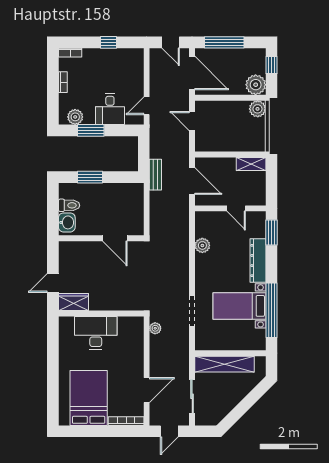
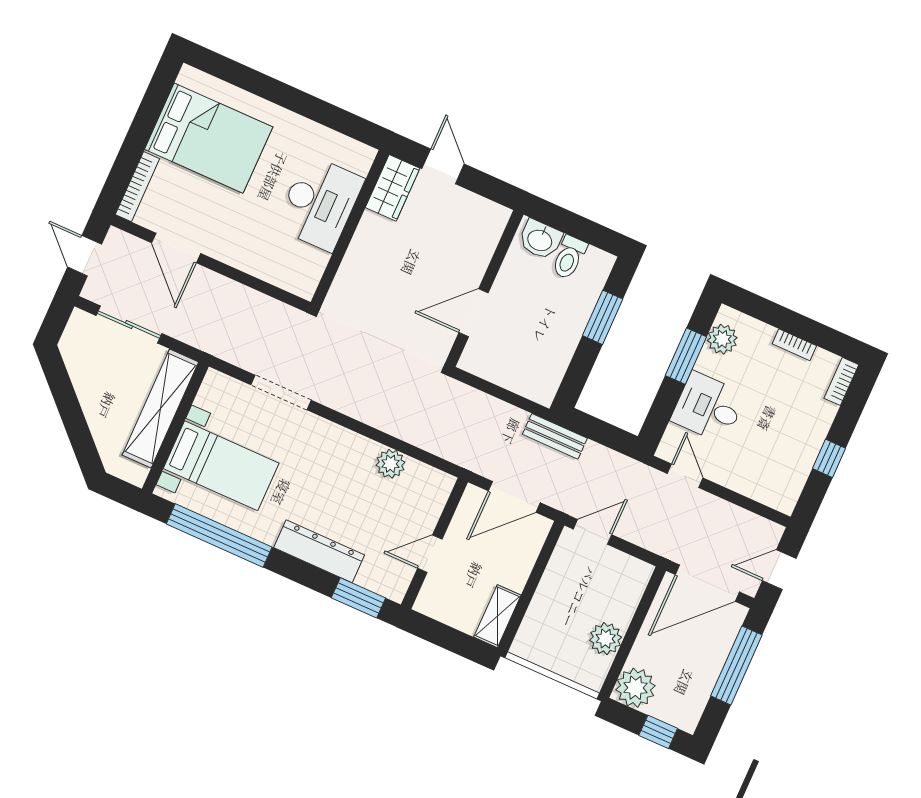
plant: (258, 109) -> (606, 639), moved
door: (192, 121) -> (593, 532), moved
bed with nightstands: (239, 306) -> (221, 466), moved, turned 90
plant: (155, 328) -> (280, 313), removed

